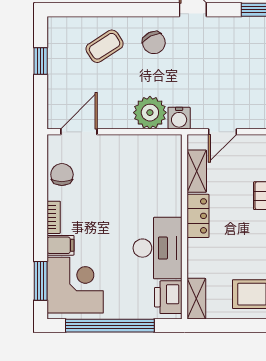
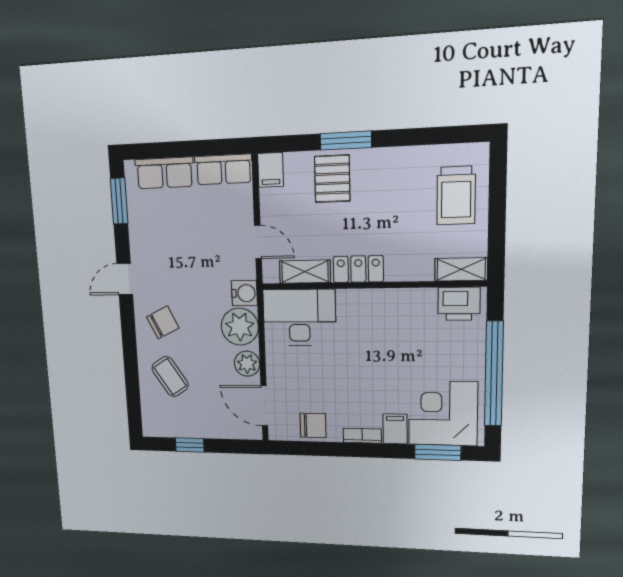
plant: (117, 118) -> (247, 364), added
chair: (62, 175) -> (313, 425), turned 180
desk: (158, 248) -> (299, 318), moved

